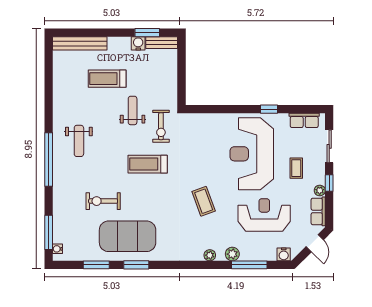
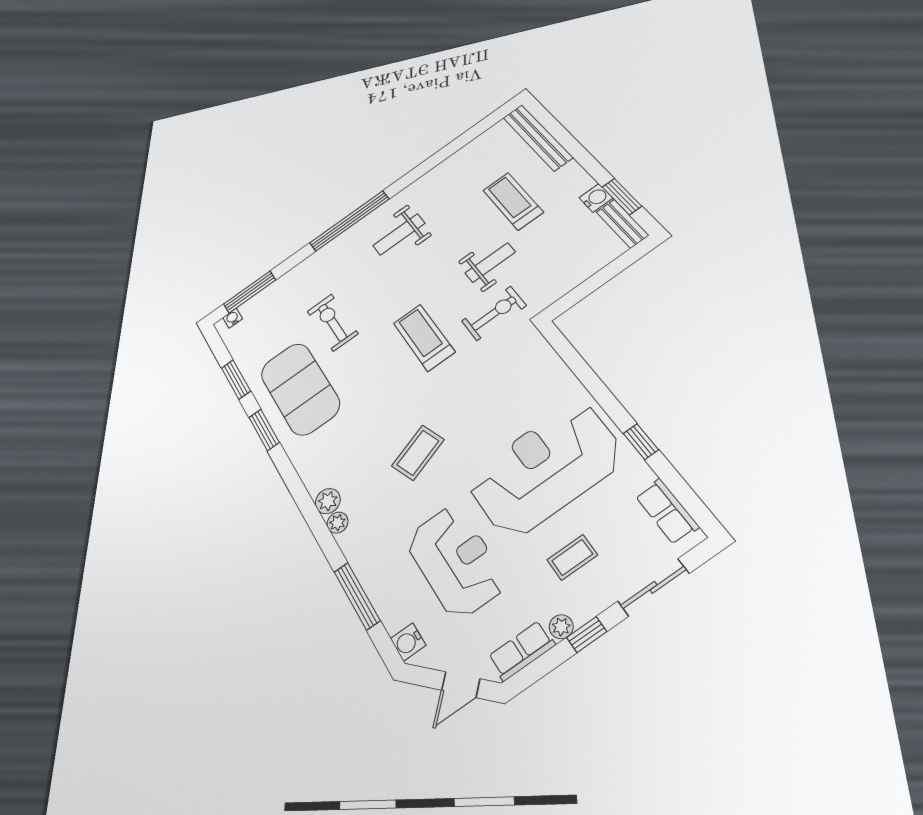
exercise bike: (161, 126) -> (494, 313), turned 180
plant: (232, 254) -> (328, 501), moved

